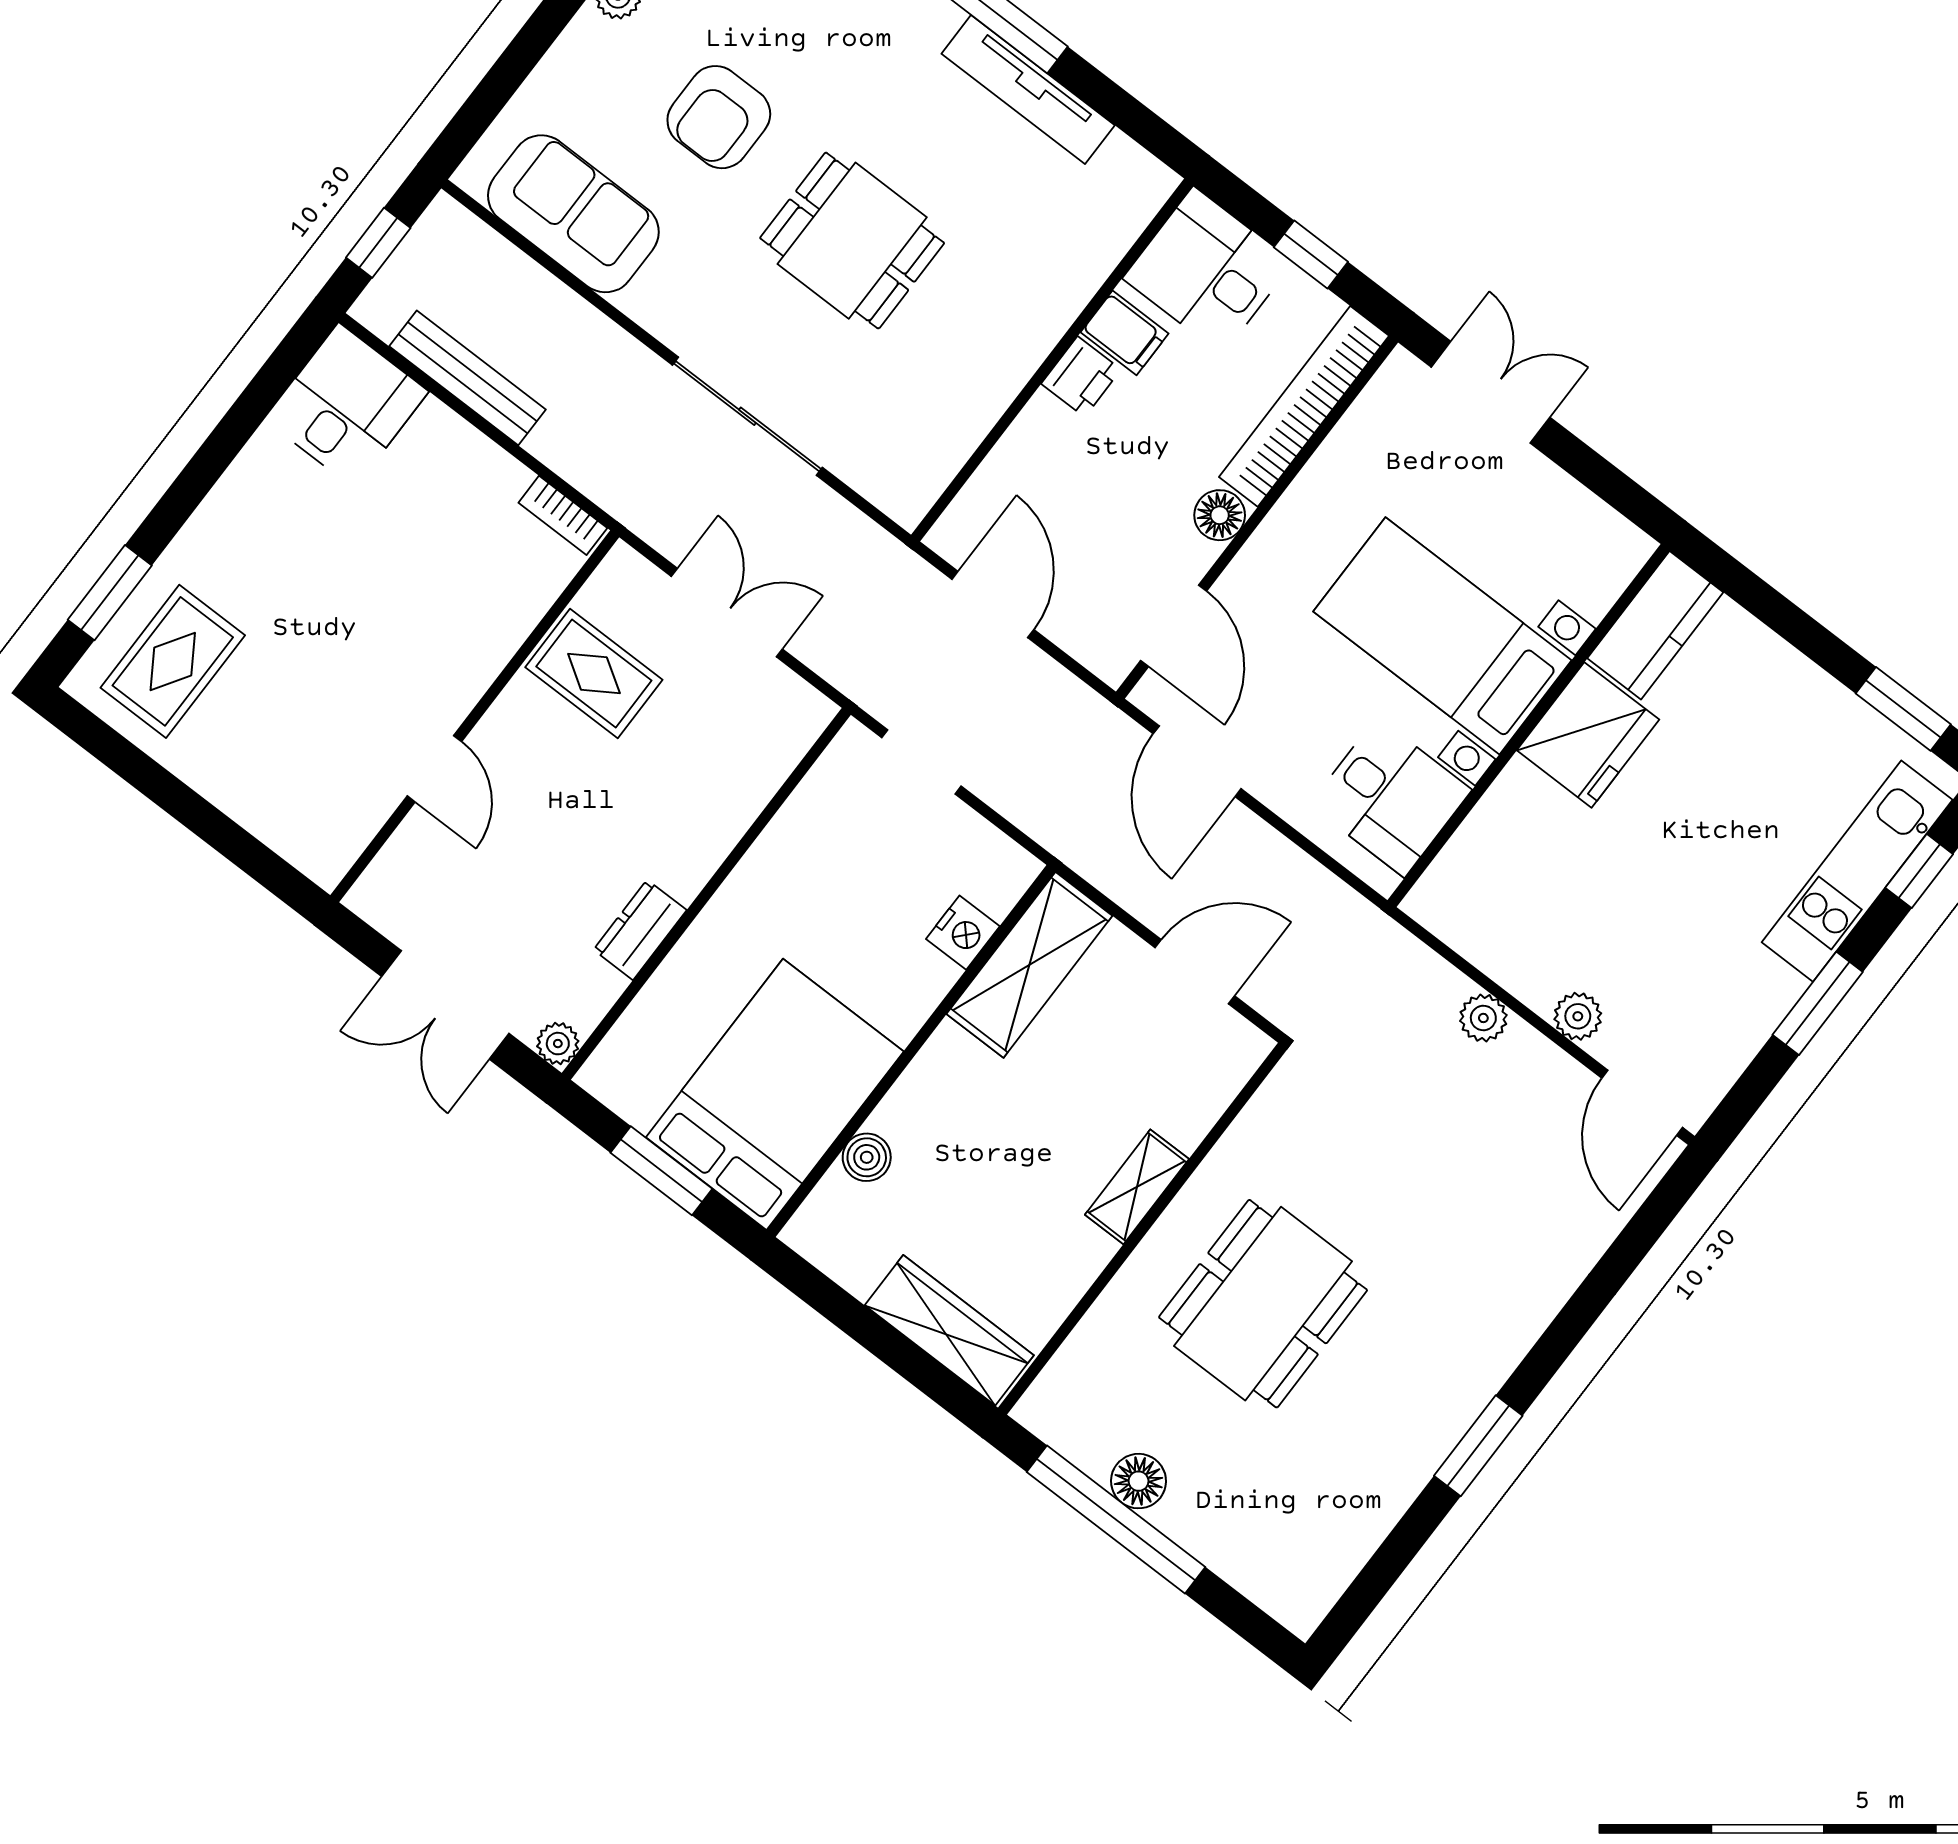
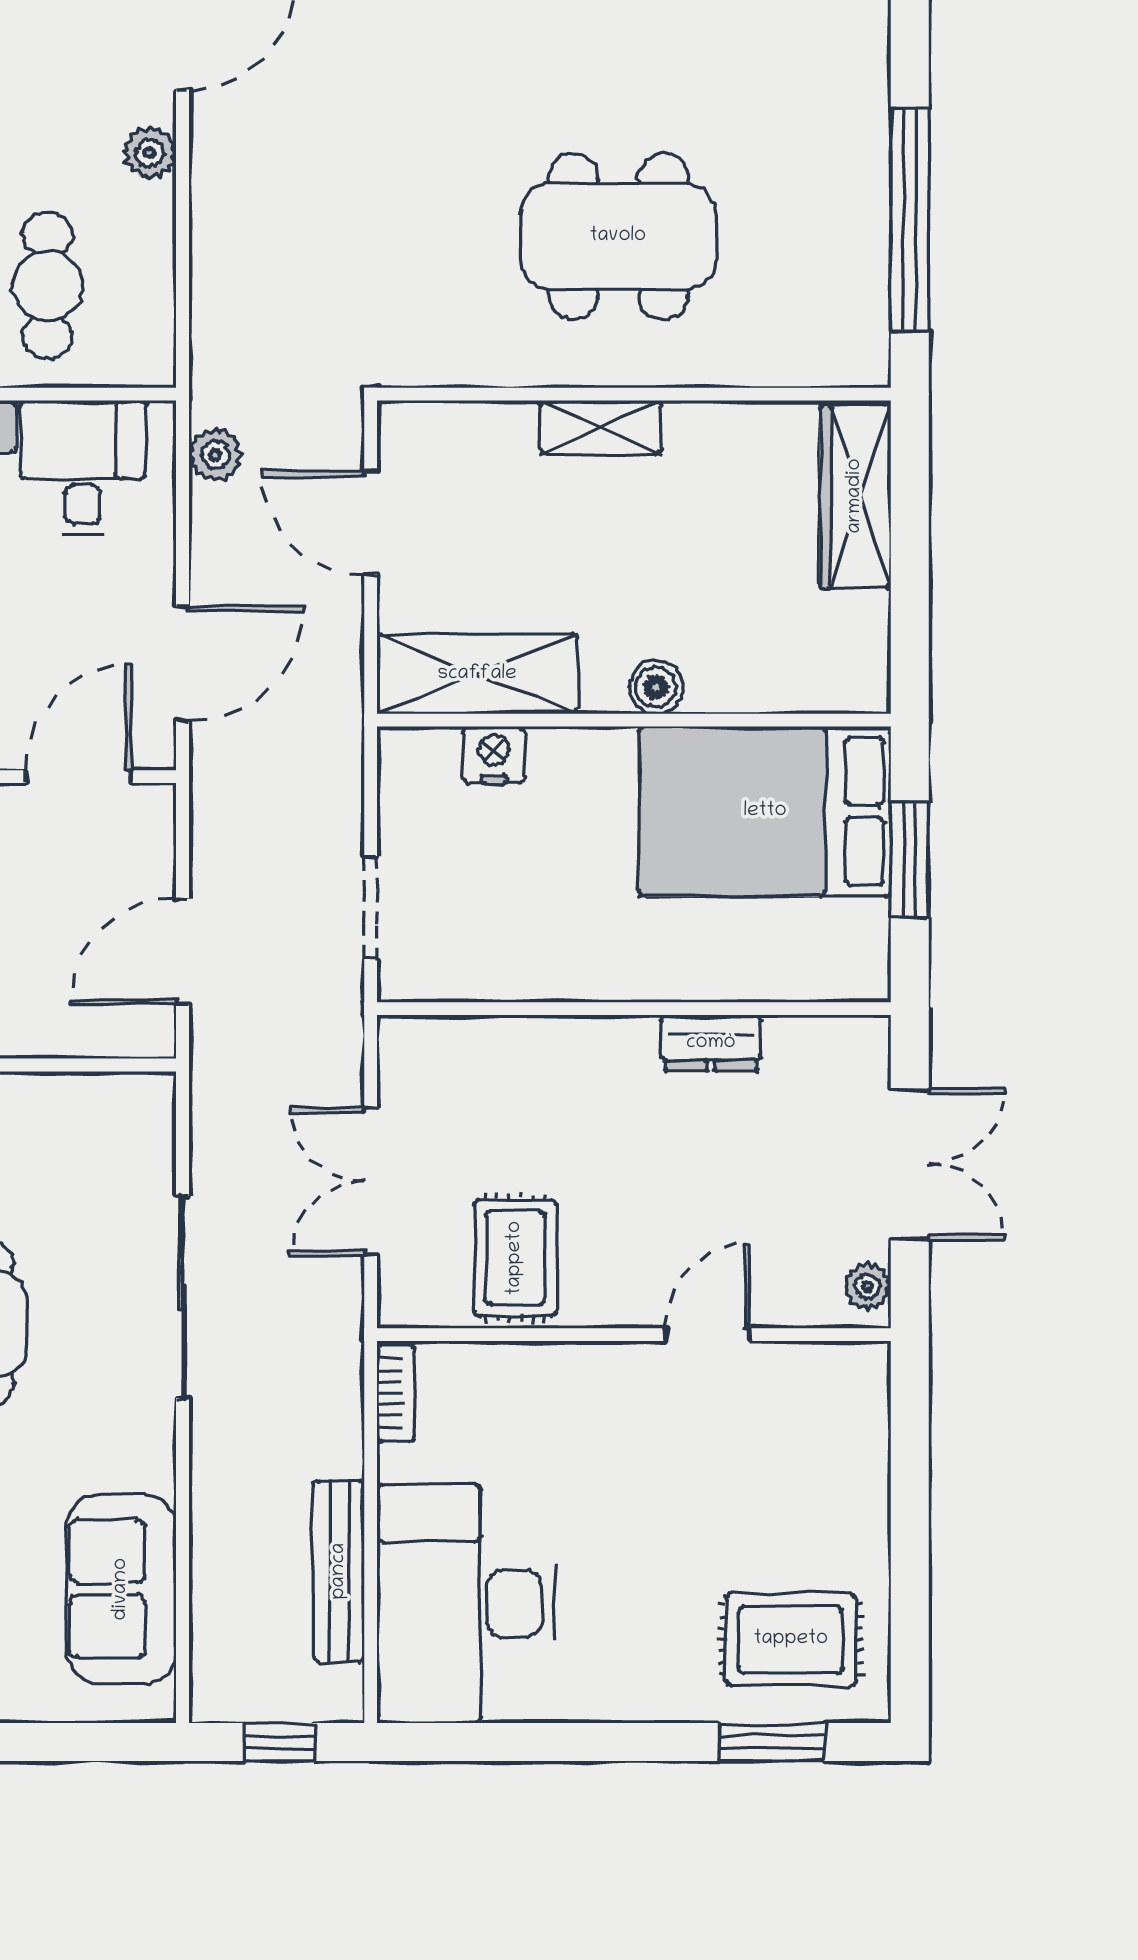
desk: (347, 405) -> (466, 1604), width x1.87, depth x1.30
cafe table: (1539, 872) -> (48, 285), added
plant: (1483, 1018) -> (215, 454), moved
plant: (558, 1044) -> (867, 1286), moved
boiler: (867, 1157) -> (656, 687), moved
floor lamp: (1139, 1481) -> (860, 226), removed

